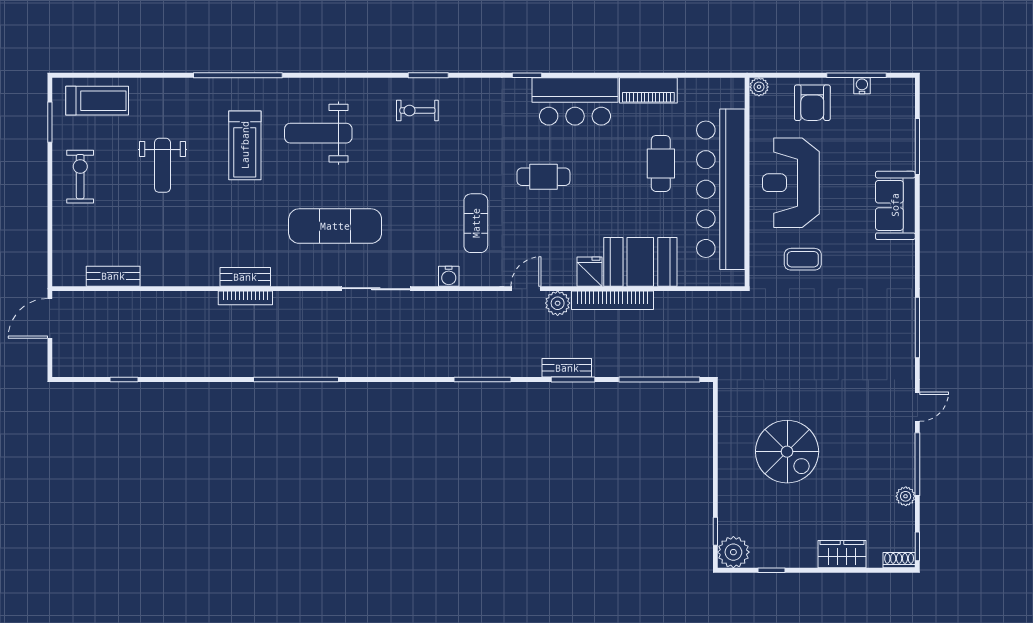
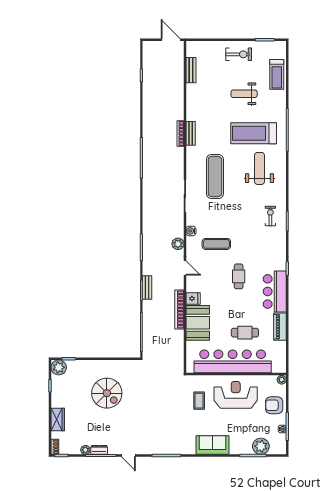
treadmill: (97, 101) -> (277, 74), moved
plant: (898, 130) -> (261, 446), added
treadmill: (245, 145) -> (254, 133), width x1.37, depth x1.37
sofa: (895, 205) -> (212, 445), moved
plant: (558, 303) -> (178, 244), moved
spiral stairs: (787, 452) -> (107, 393), turned -90
dresser: (905, 468) -> (99, 450), added

